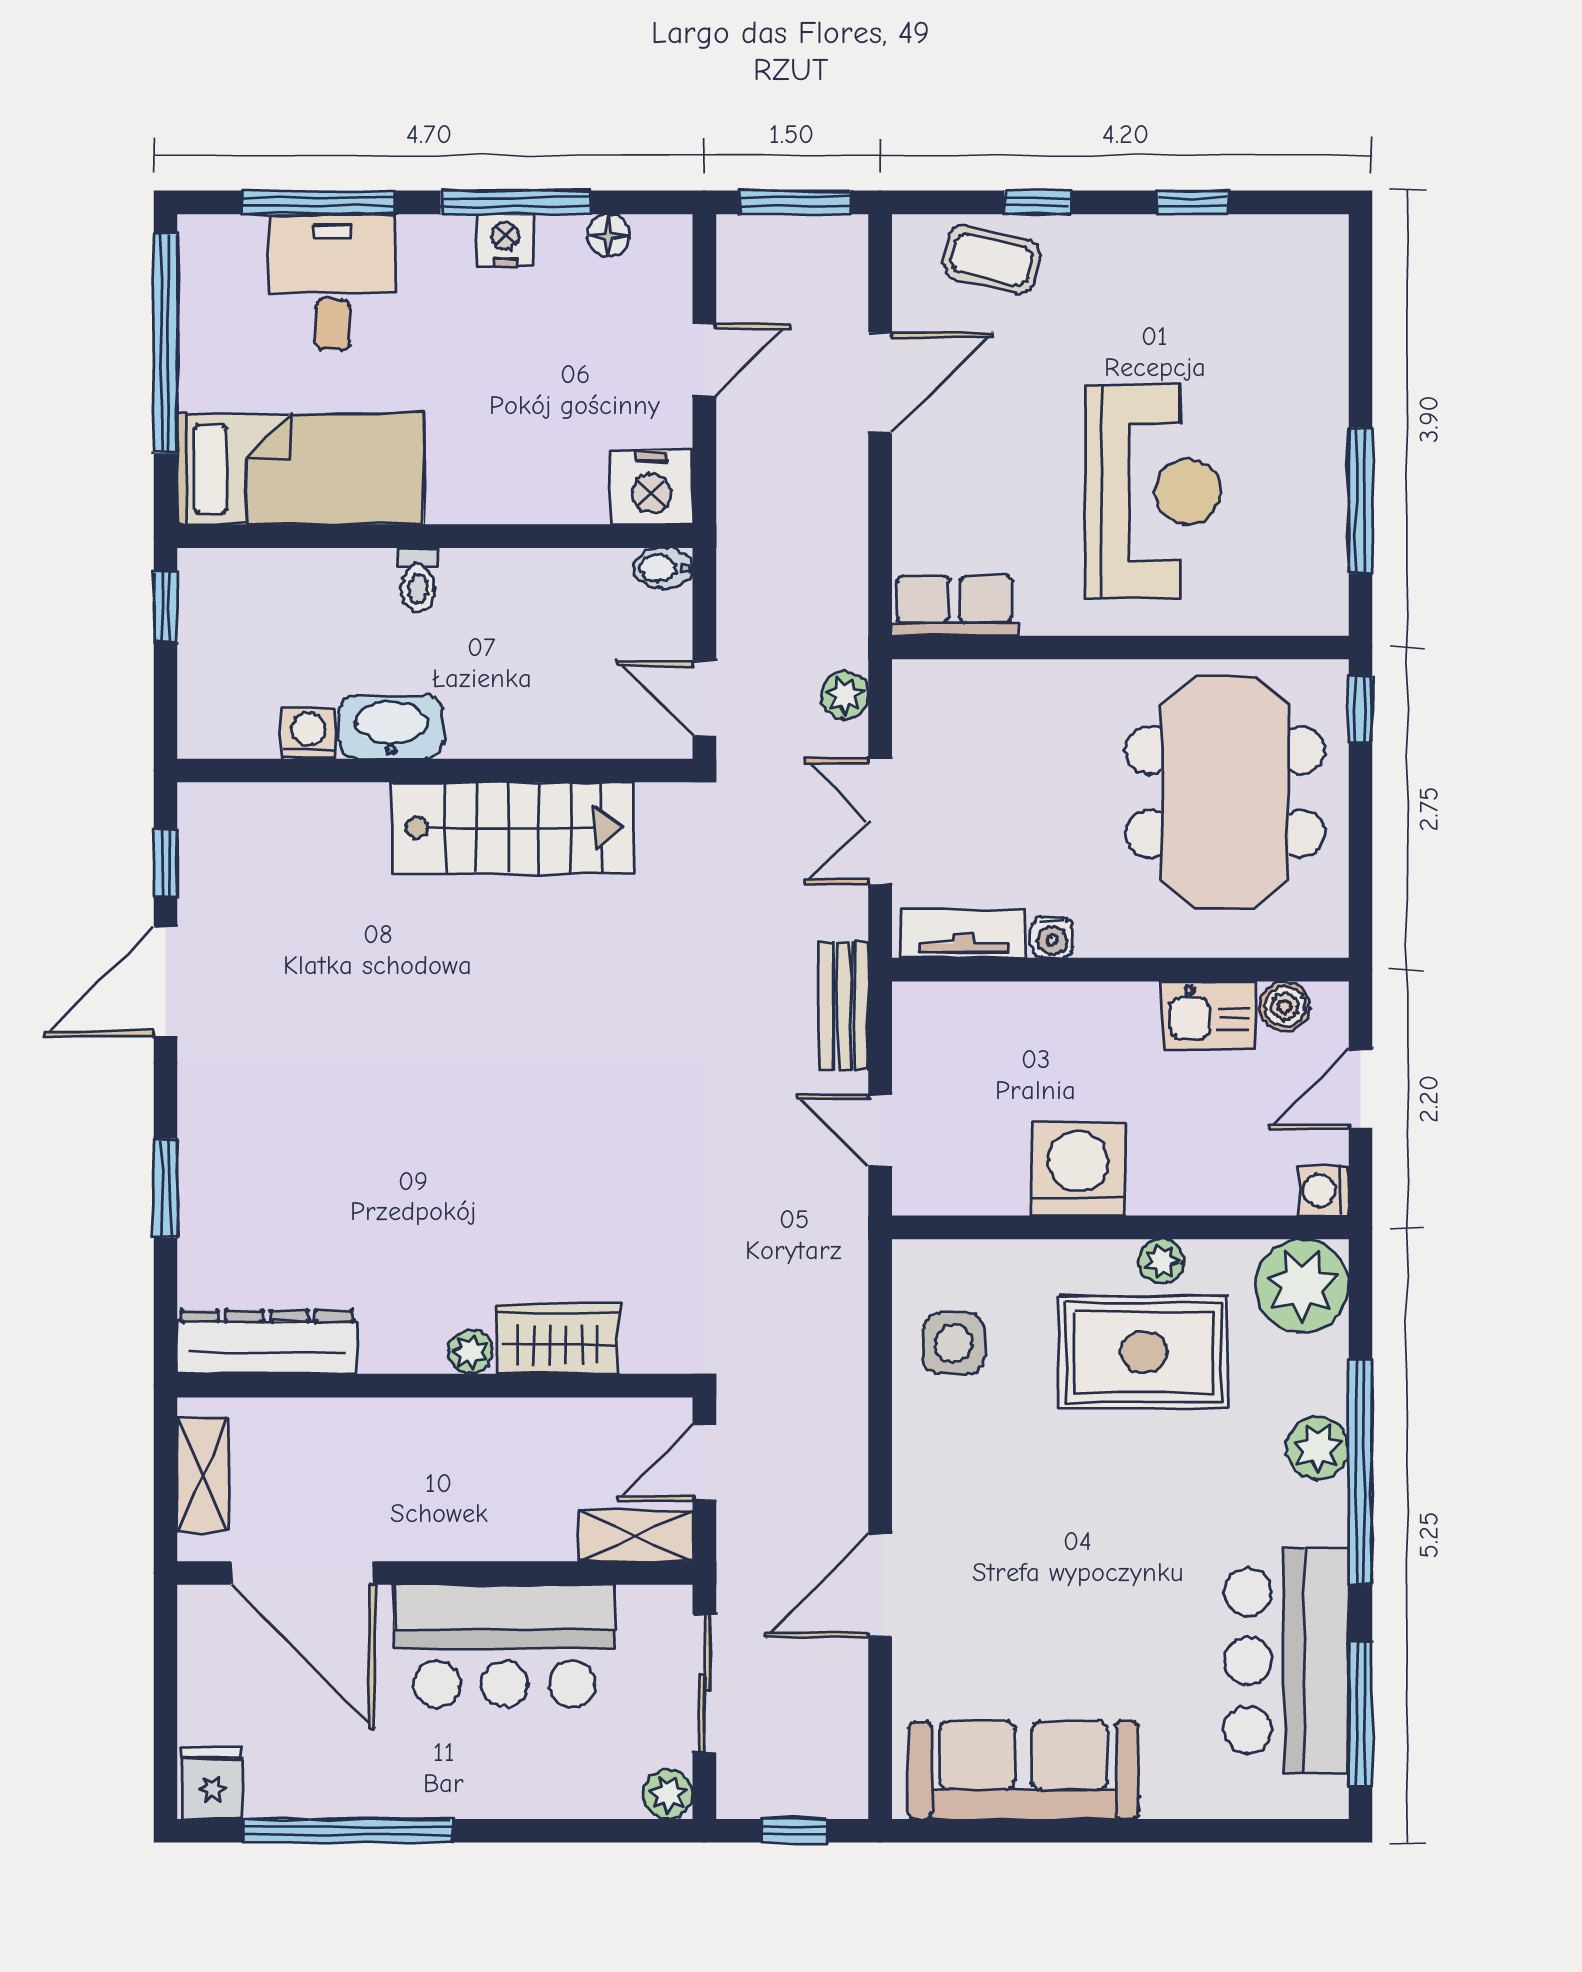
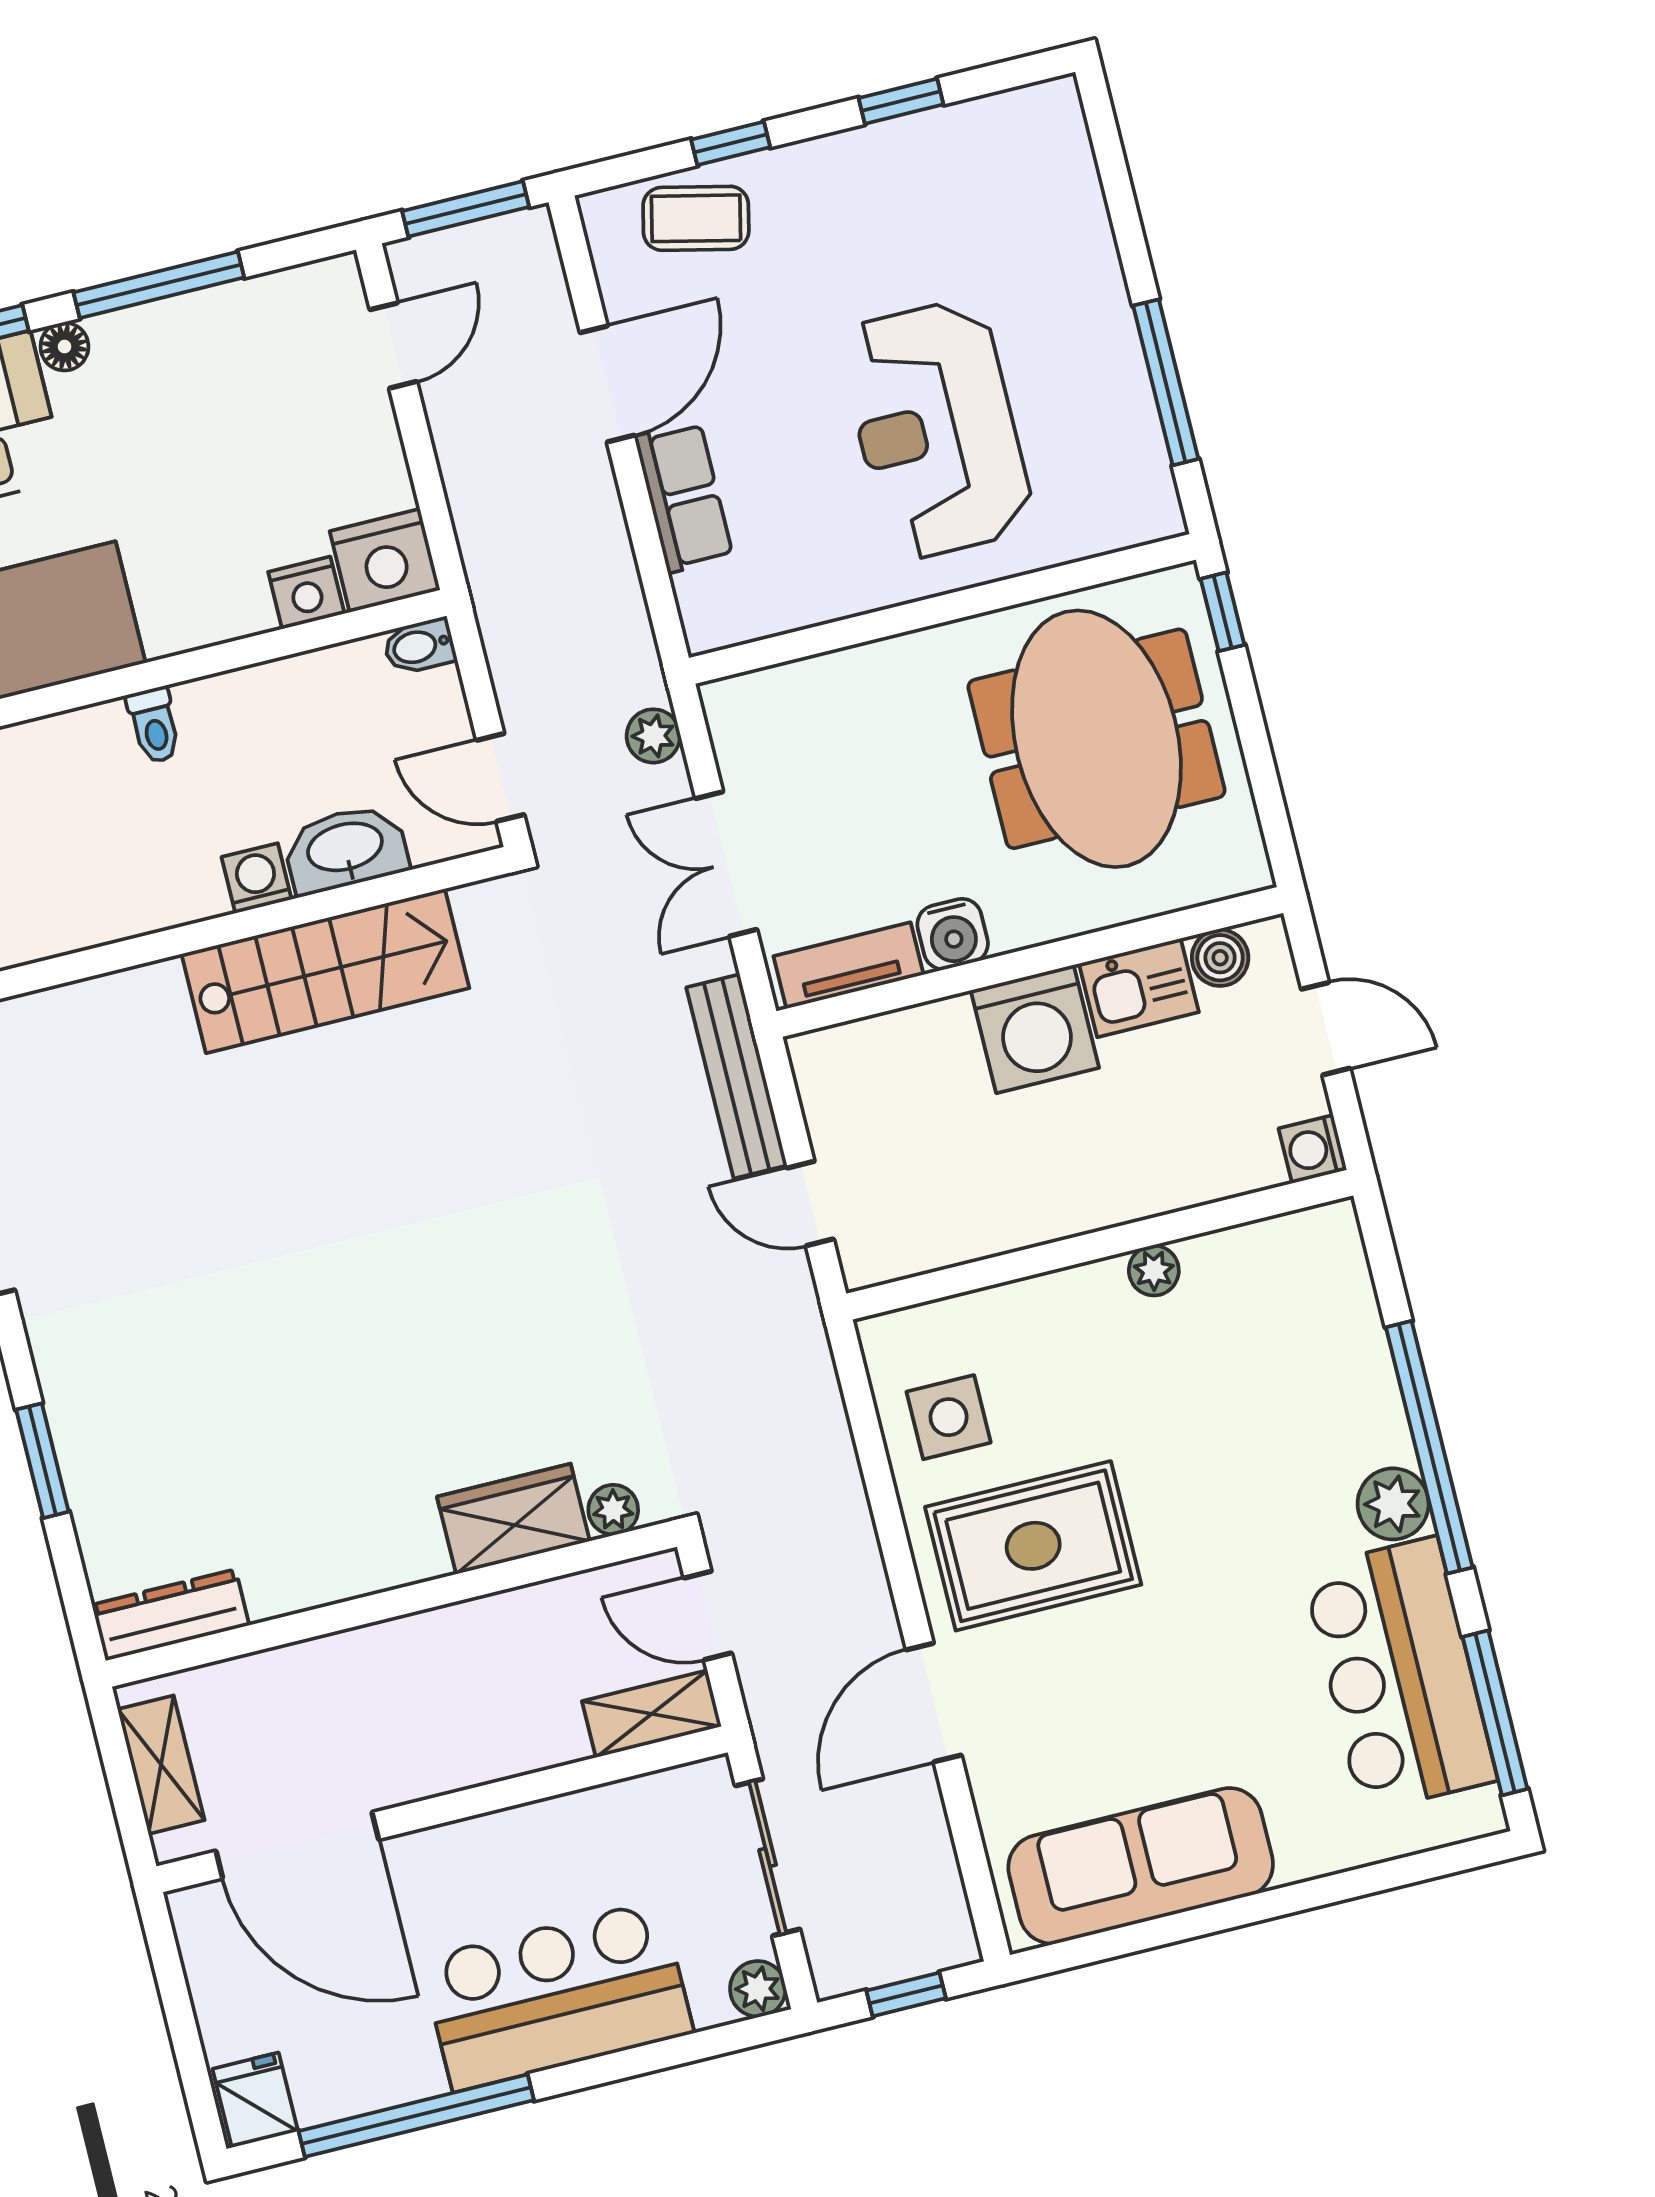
floor lamp: (608, 235) -> (64, 347), moved
nightstand: (505, 240) -> (306, 593), moved, turned 180
door: (704, 360) -> (393, 346), moved
reception desk: (1153, 492) -> (936, 430), turned 180
row of seats: (955, 606) -> (684, 497), moved, turned 90
washbasin: (391, 727) -> (345, 849), moved
washing machine: (308, 733) -> (257, 878), moved
water cooler: (1052, 937) -> (953, 934), width x1.38, depth x1.38
bench: (844, 1006) -> (737, 1076), width x1.36
door: (1360, 1090) -> (1326, 1029), swing flipped
washing machine: (1078, 1169) -> (1035, 1029), moved, turned 180
plant: (1302, 1286) -> (1315, 1259), removed
dresser: (267, 1342) -> (171, 1615), width x0.73, depth x0.80
plant: (470, 1352) -> (613, 1510), moved
rug: (1144, 1352) -> (1033, 1546), moved
plant: (1317, 1448) -> (1393, 1504), moved
door: (704, 1463) -> (708, 1615), hinge flipped
bar counter: (505, 1646) -> (557, 1996), moved, turned 180

